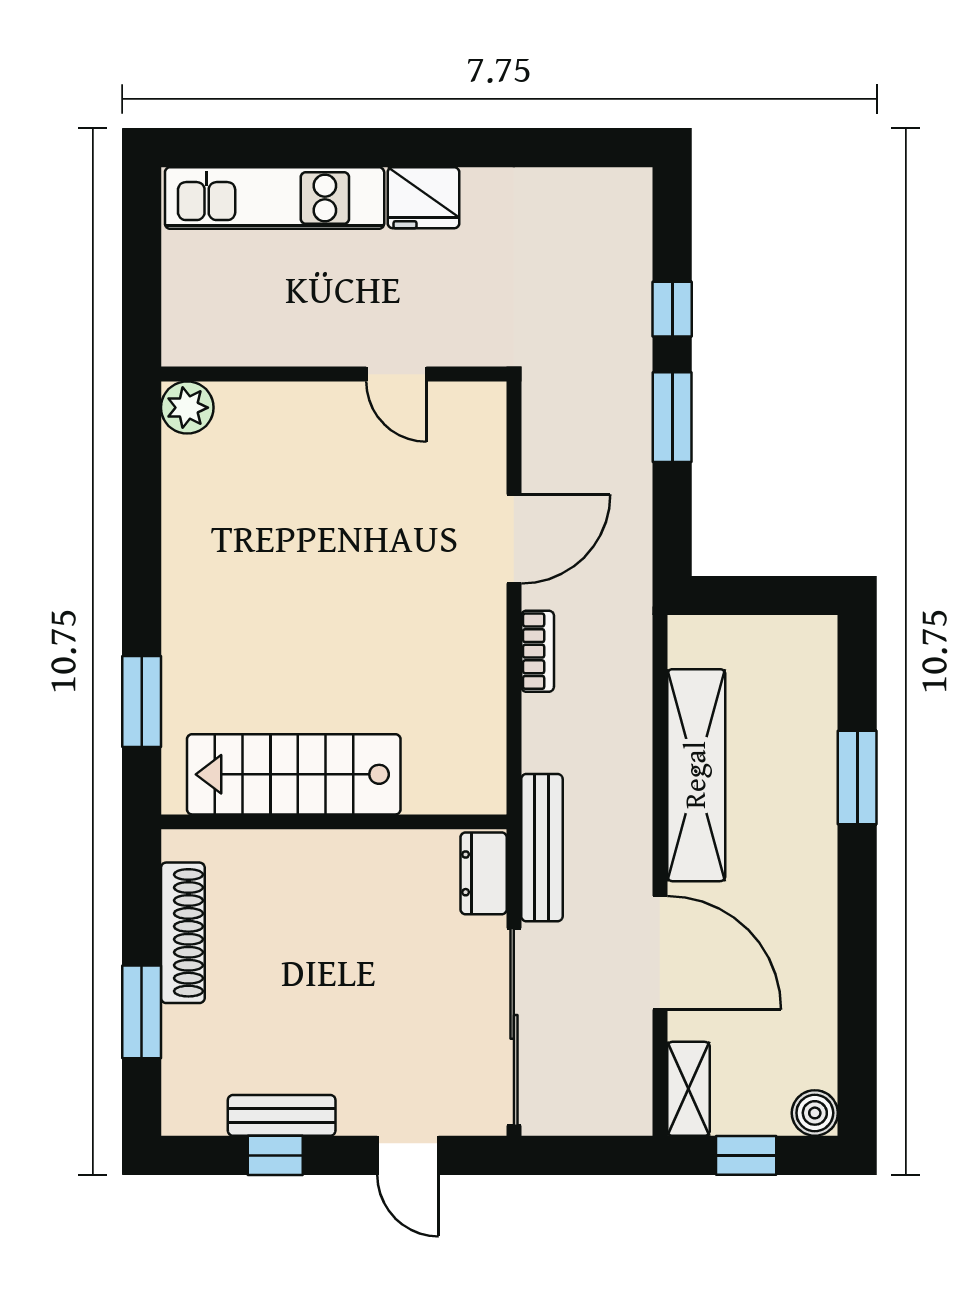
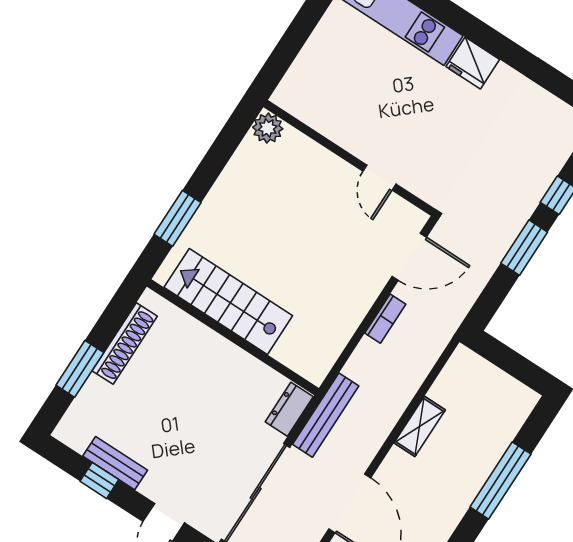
wall: (334, 374) -> (349, 158), moved
door: (396, 374) -> (380, 178), moved
plant: (187, 408) -> (268, 128), moved
shelving: (696, 775) -> (420, 426), width x0.45, depth x0.75
window: (857, 778) -> (500, 480), width x1.44

